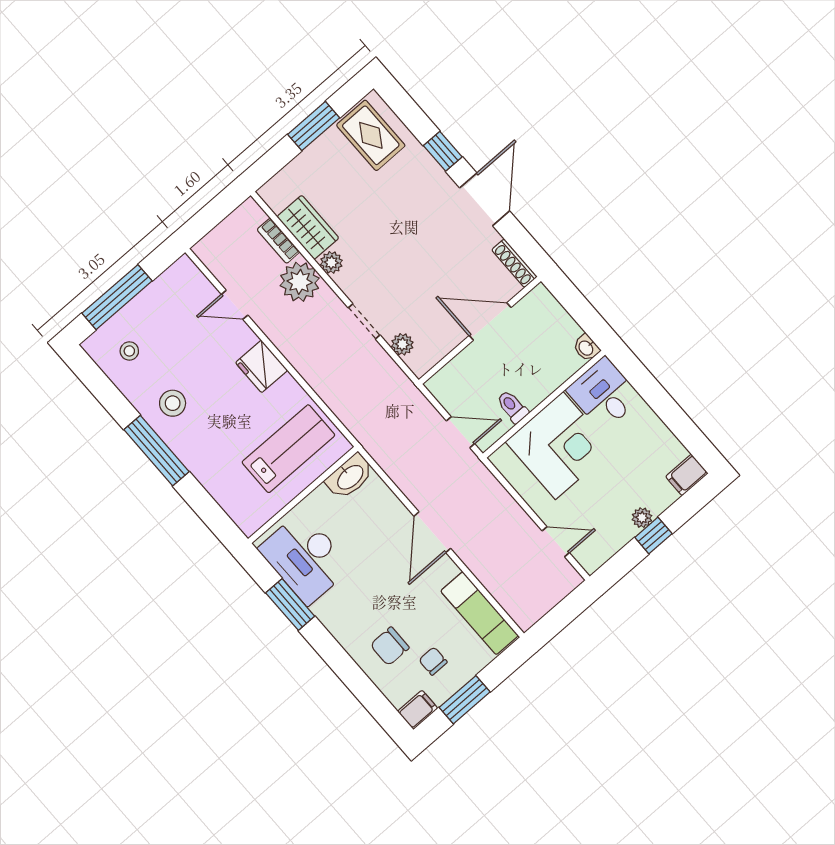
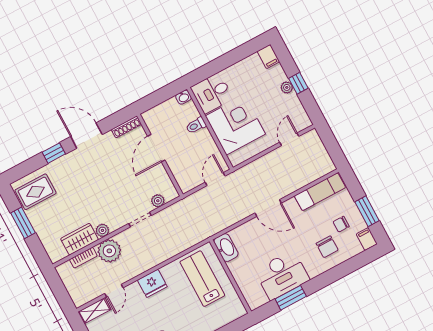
shelving: (194, 280) -> (94, 311), added
toilet: (512, 407) -> (196, 125), moved
desk: (305, 558) -> (282, 275), moved

